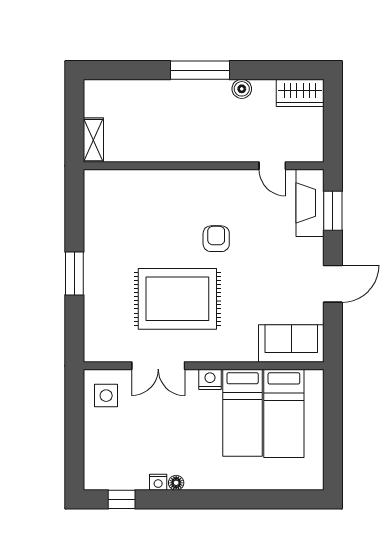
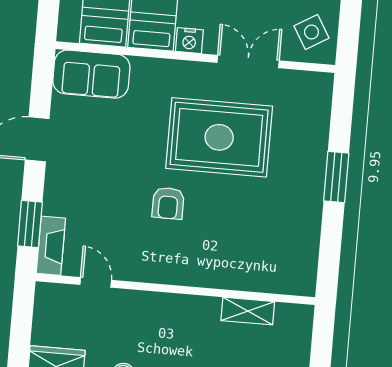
shelving: (93, 140) -> (248, 311), moved, turned 90
fireplace: (310, 203) -> (51, 246), width x0.73, depth x0.76
side table: (106, 396) -> (312, 32), turned -31

